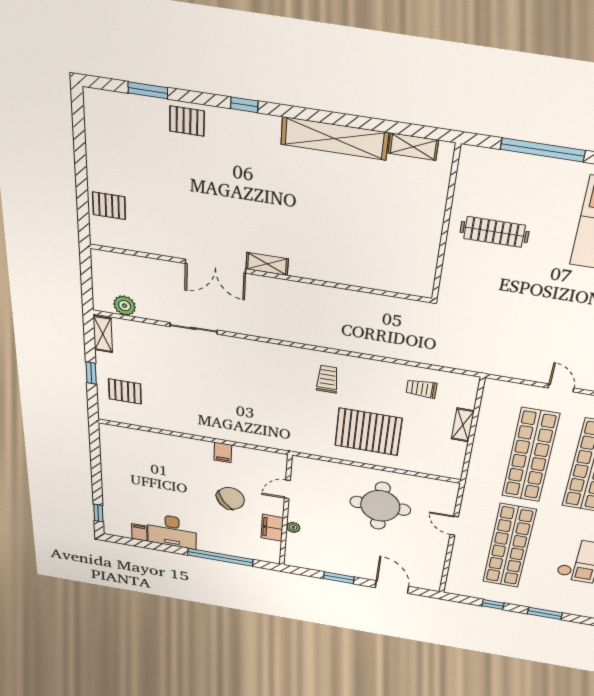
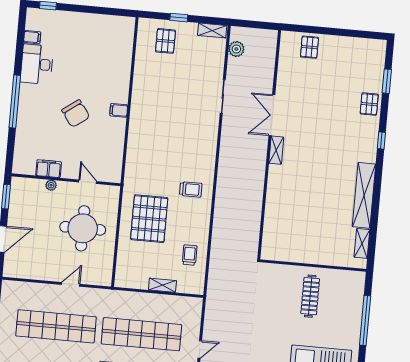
door: (287, 489) -> (88, 182), moved
wall: (286, 512) -> (66, 180), moved
plant: (293, 527) -> (51, 185), moved
filing cabinet: (272, 528) -> (49, 169), moved

